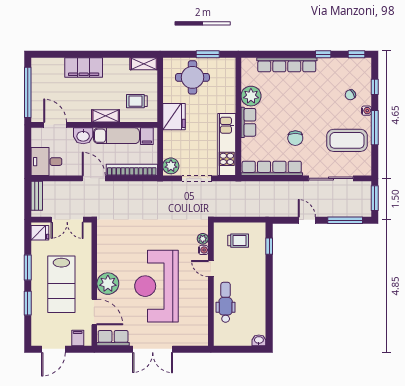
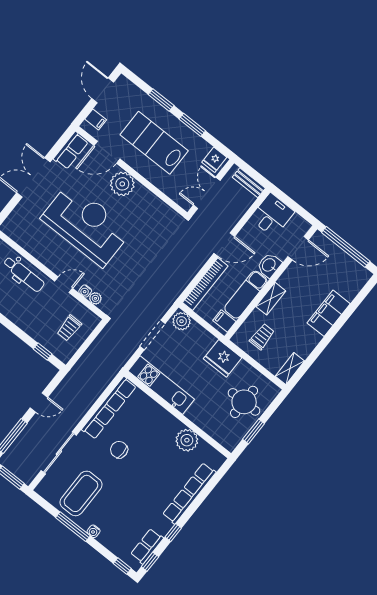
window: (375, 87) -> (122, 566), moved
chair: (350, 95) -> (119, 528), removed
row of seats: (248, 122) -> (147, 546), moved, turned 90

